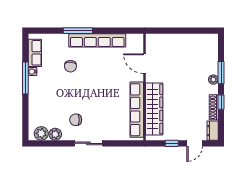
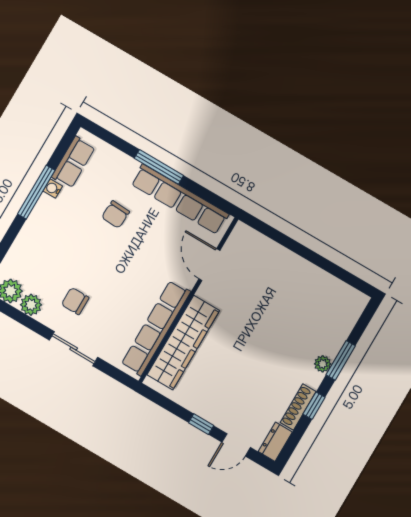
door: (145, 64) -> (209, 265), moved
wall: (145, 87) -> (188, 300), moved
wardrobe: (154, 109) -> (183, 343), moved
row of seats: (137, 110) -> (156, 328), moved

